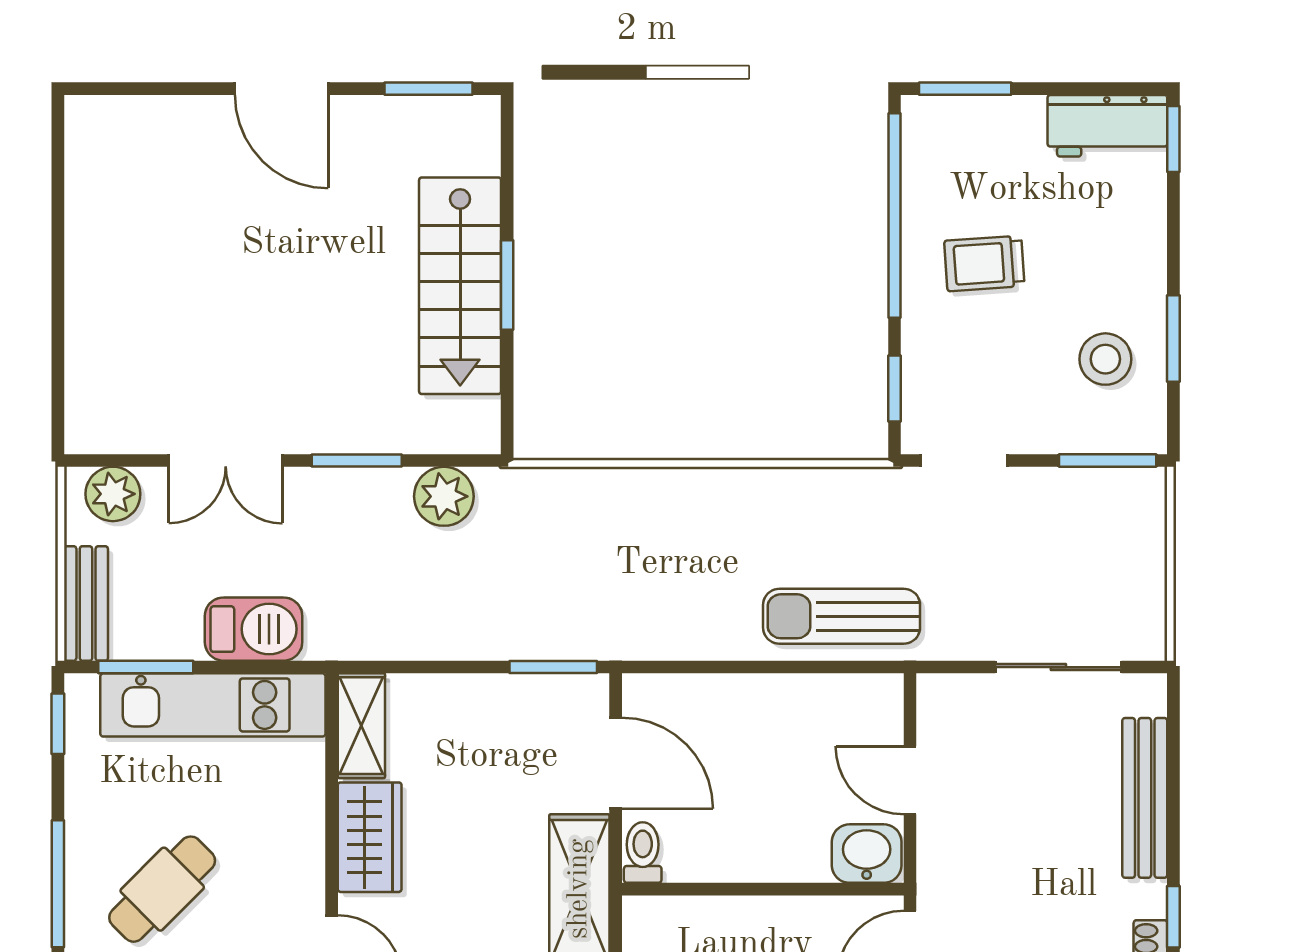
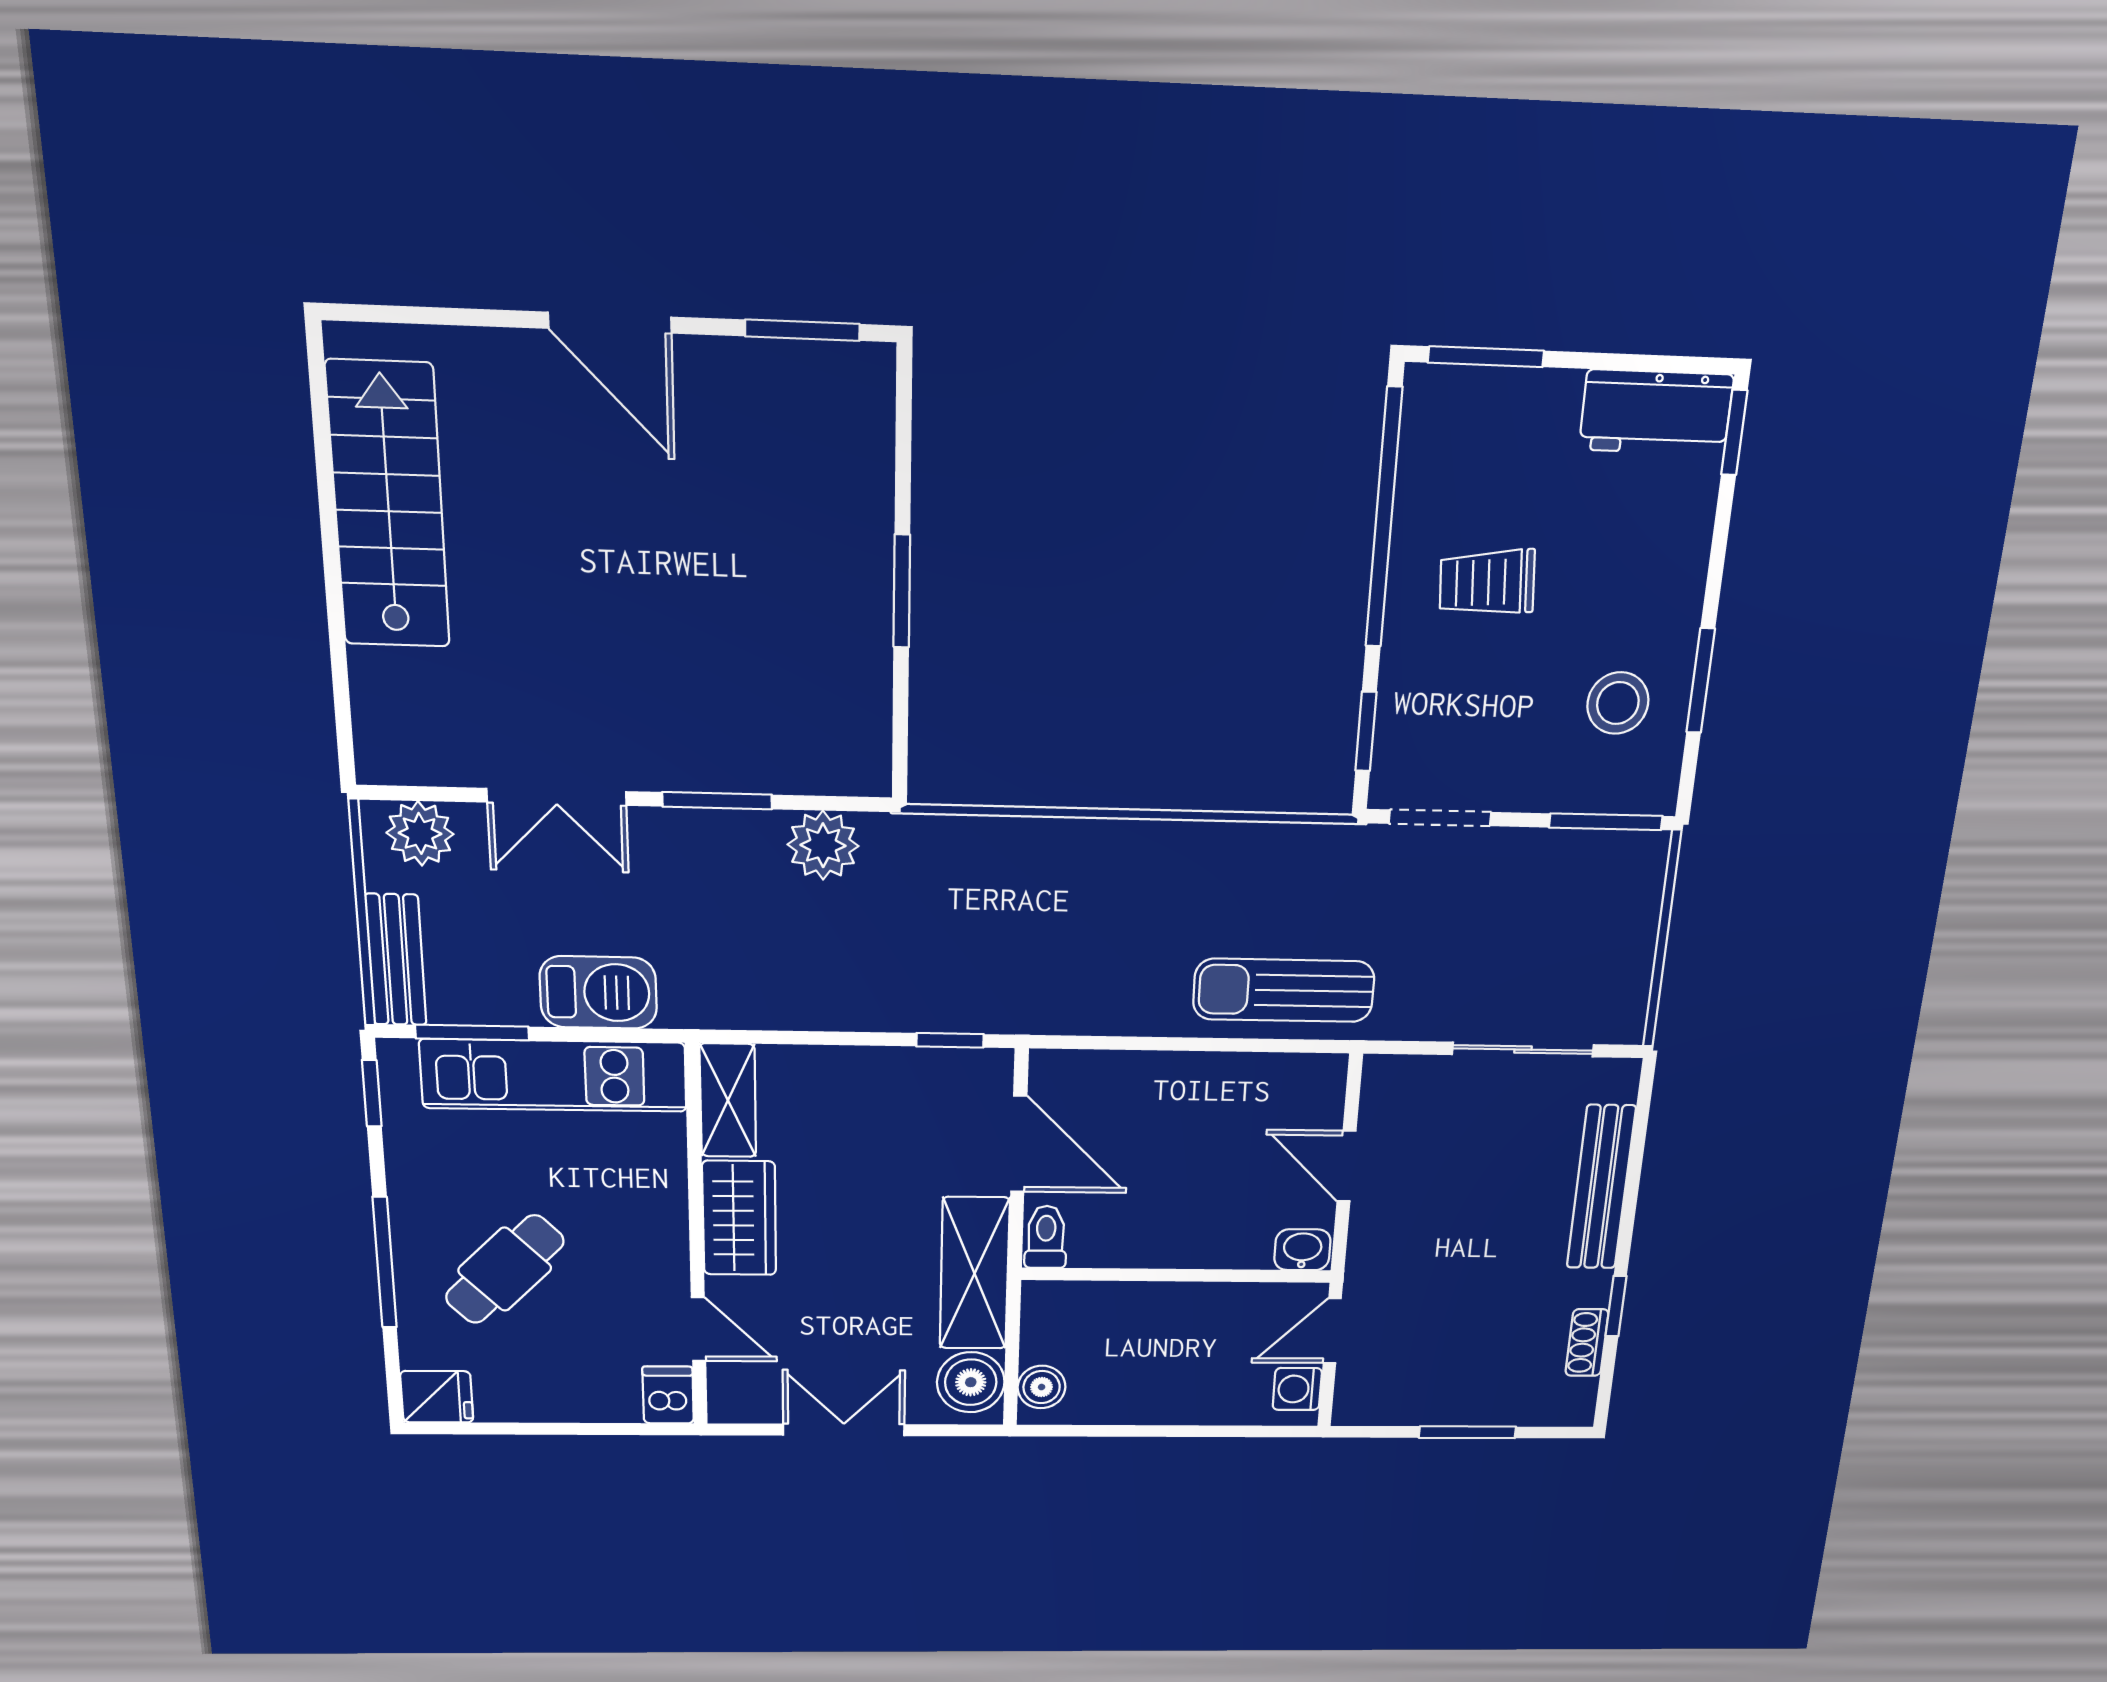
stairs: (460, 286) -> (388, 506), moved, turned 180
window: (553, 667) -> (950, 1040), width x0.67
washbasin: (867, 854) -> (1302, 1250), width x0.72, depth x0.69

